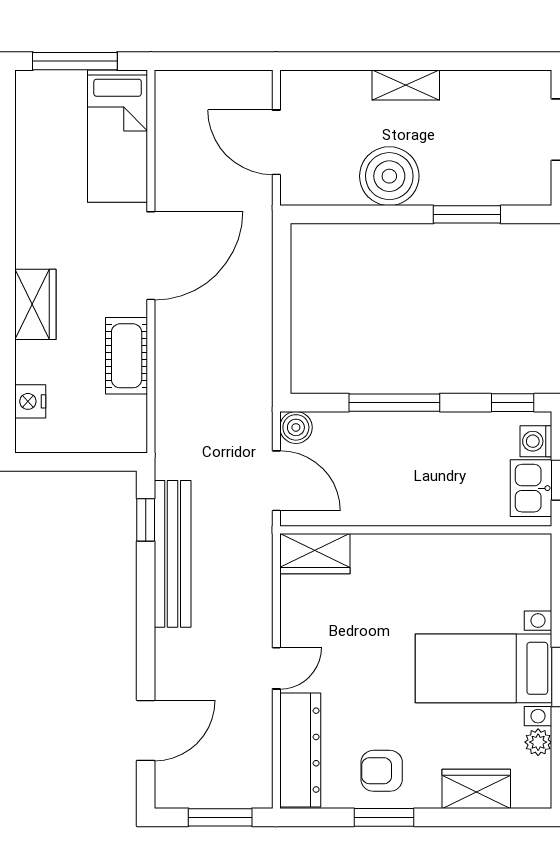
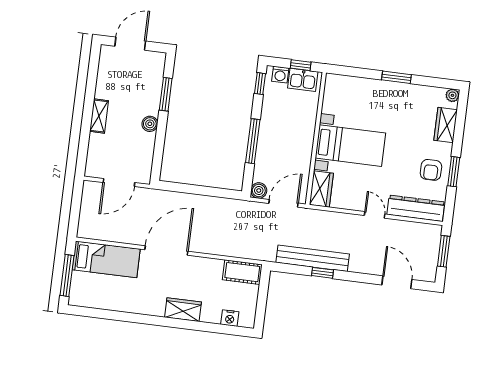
boiler: (389, 176) -> (150, 124), width x0.54, depth x0.54
door: (151, 256) -> (166, 250), hinge flipped
cot: (127, 356) -> (242, 272), moved
window: (146, 520) -> (322, 273), moved
bed with nightstands: (483, 668) -> (350, 146), moved, turned -90
plant: (538, 742) -> (452, 95), moved

